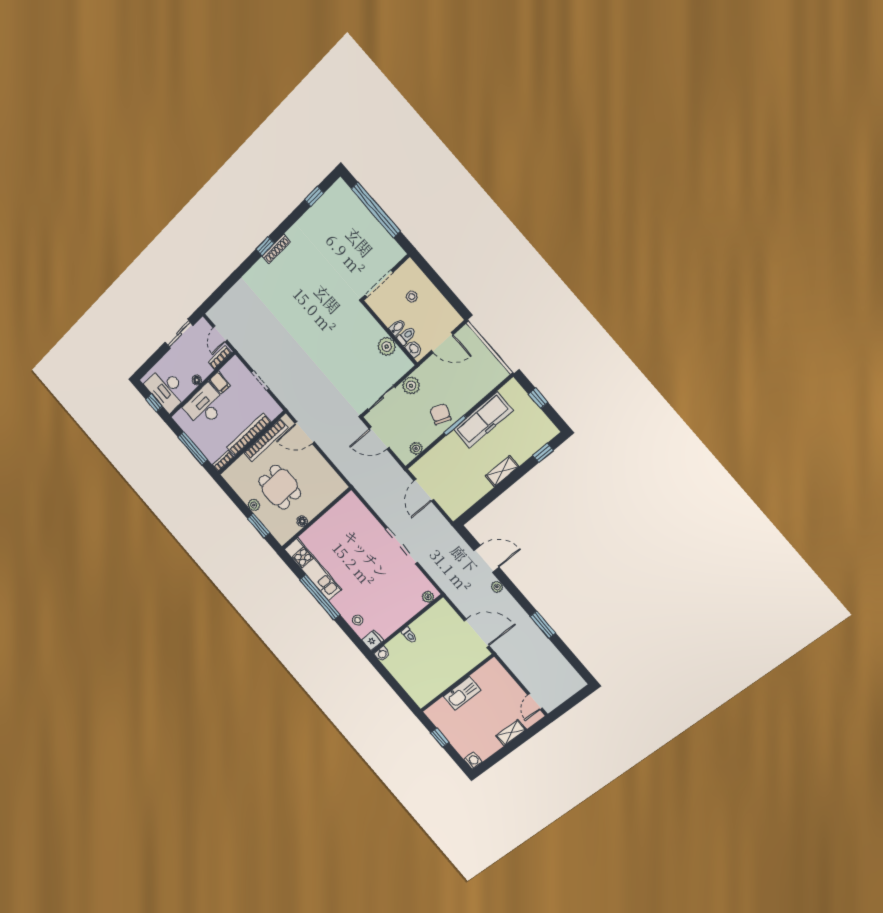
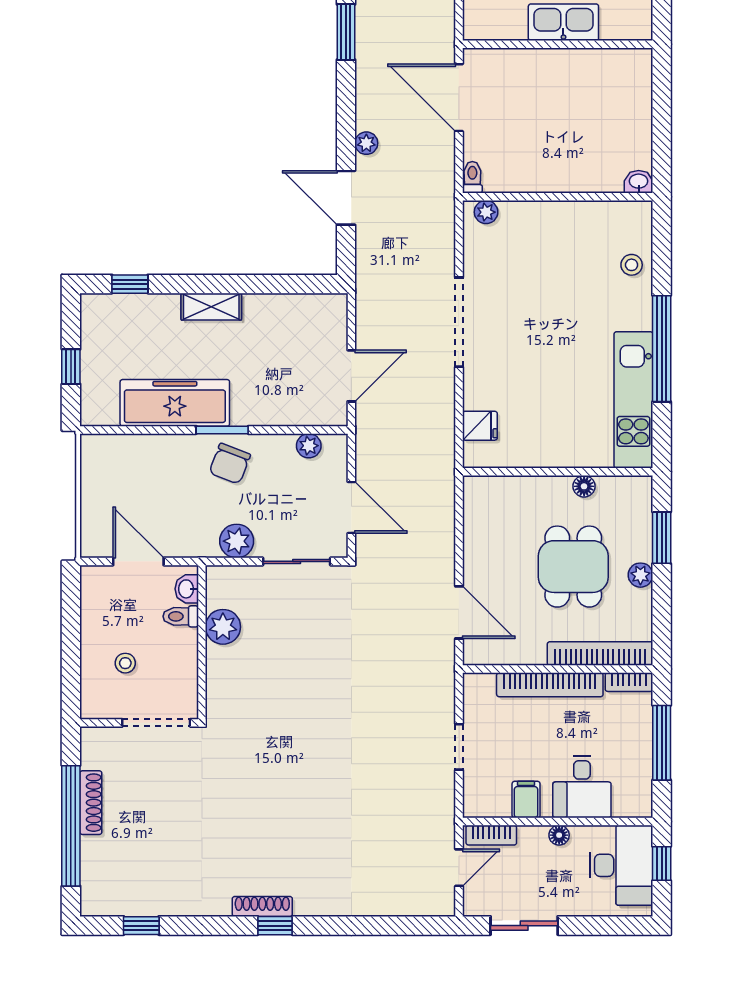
shoe rack: (376, 227) -> (91, 803), added
bidet: (397, 327) -> (183, 640), removed
desk: (205, 406) -> (582, 787), width x0.73
bookcase: (266, 440) -> (600, 654), moved
toilet: (409, 635) -> (472, 177), moved
fridge: (372, 640) -> (480, 426), moved, turned 180

